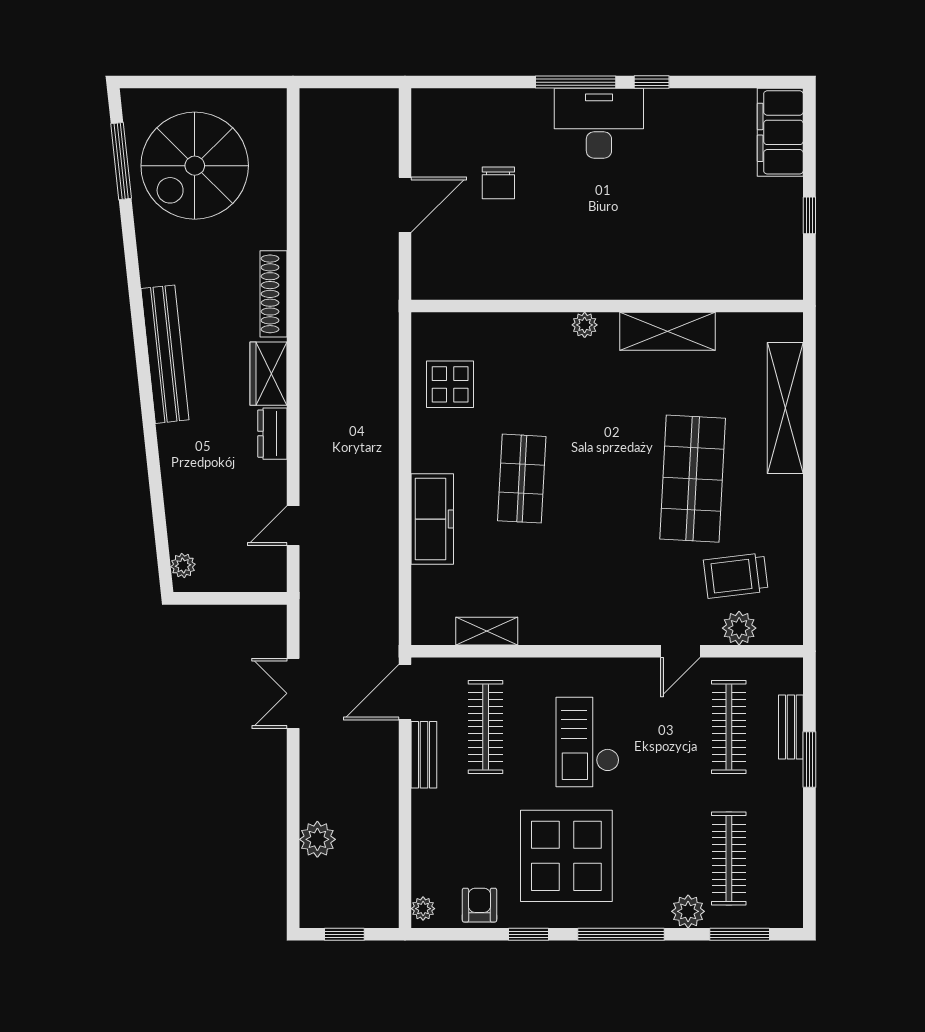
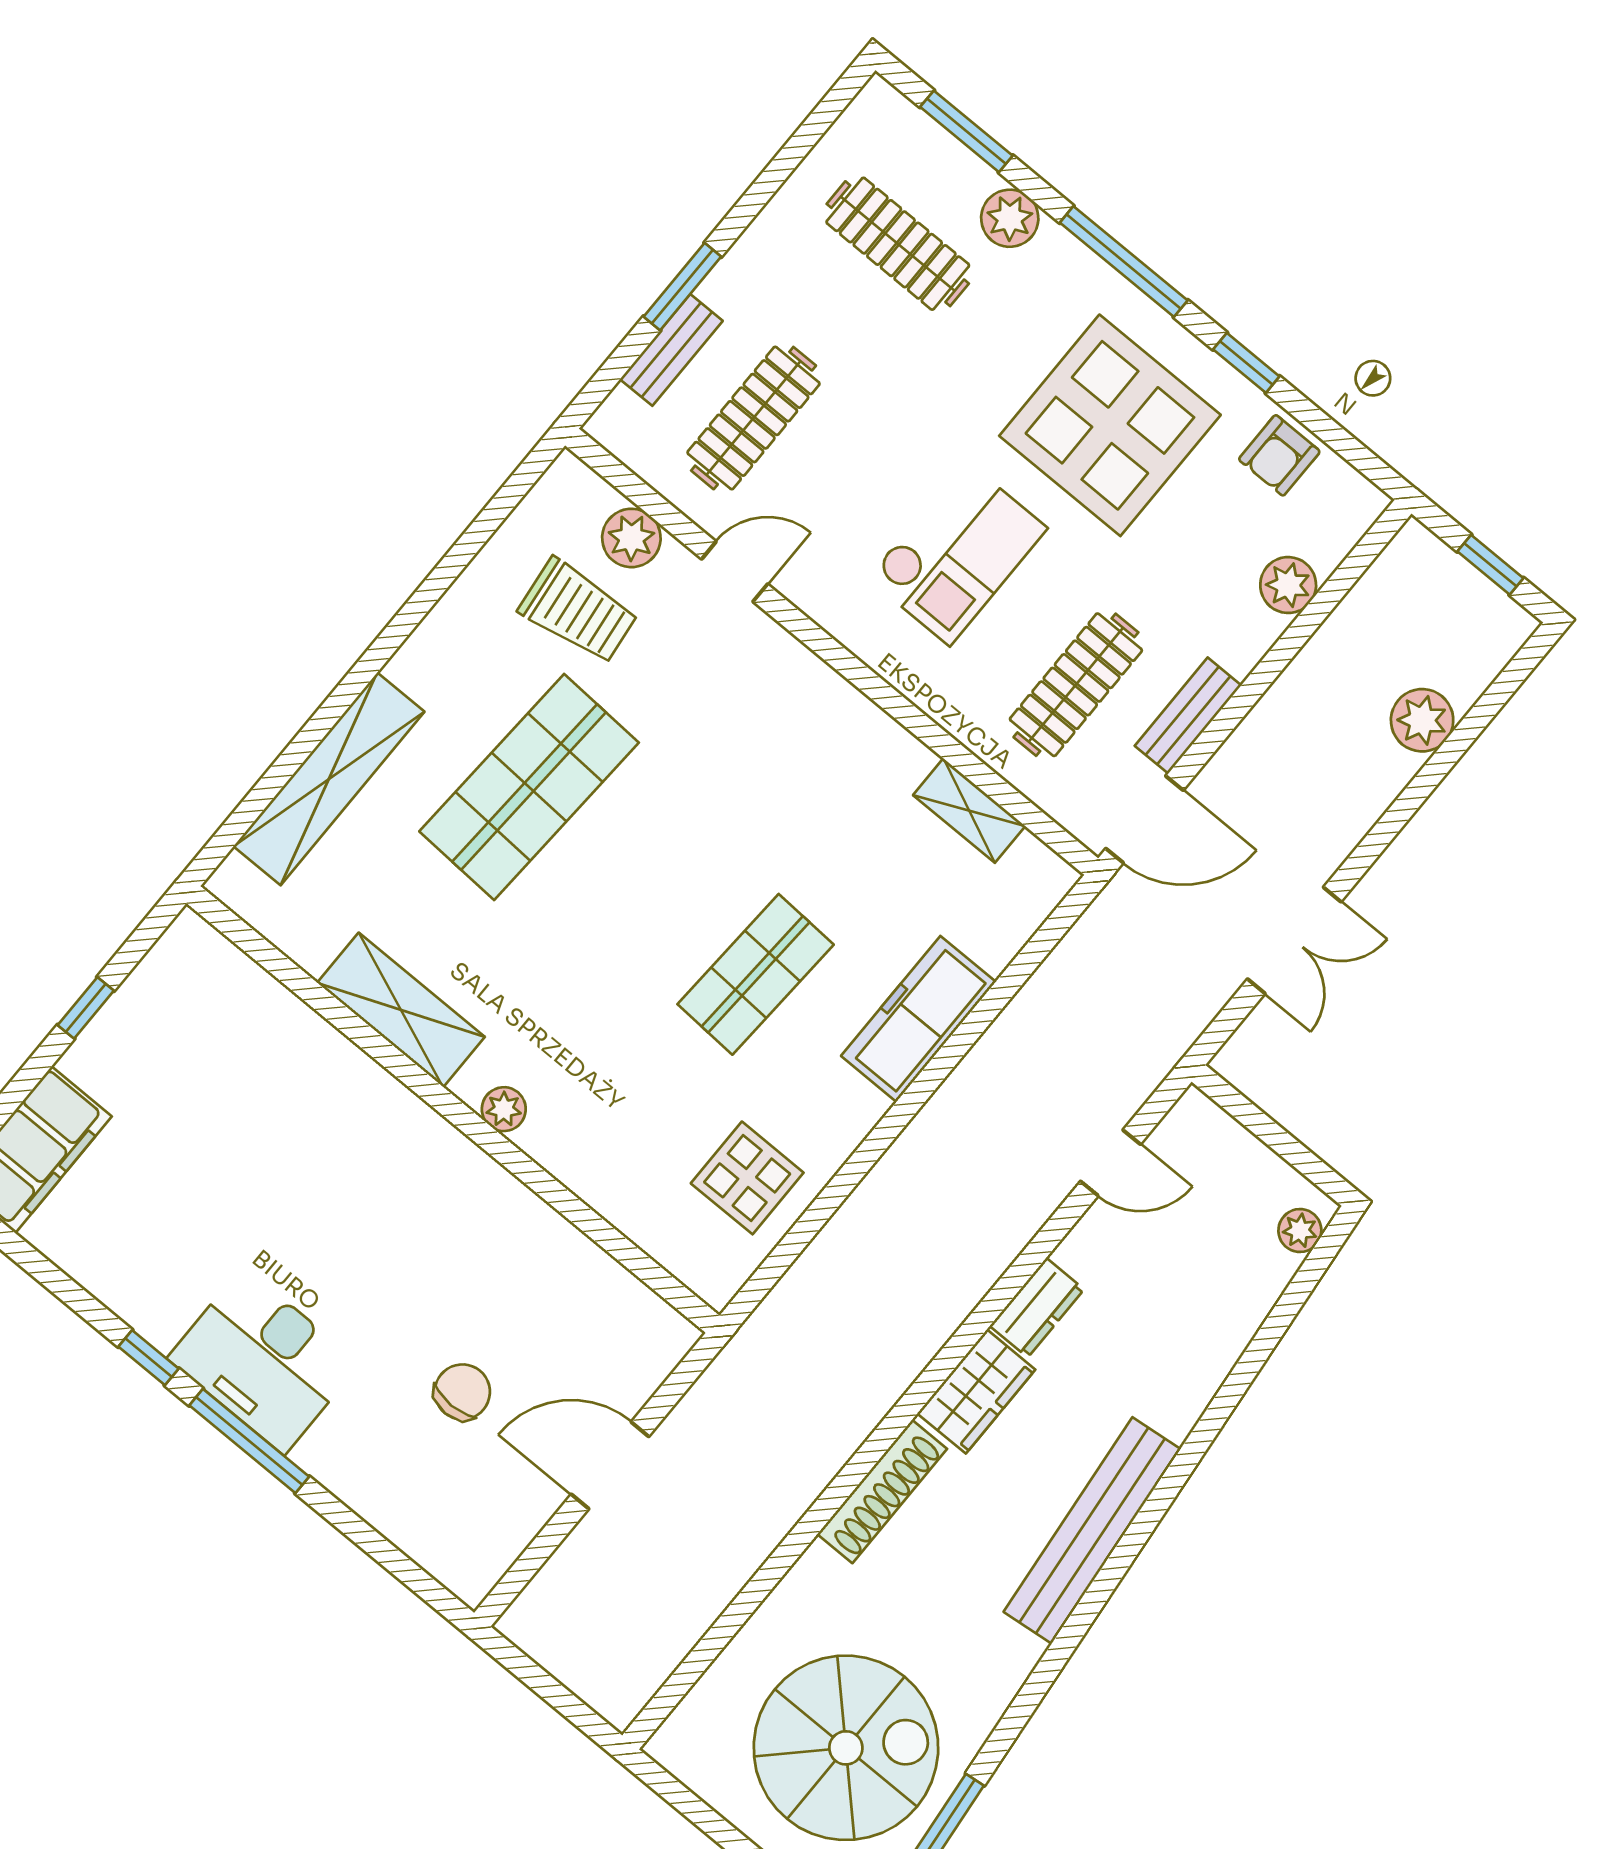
clothes rail: (729, 859) -> (898, 244), turned 90
plant: (423, 909) -> (1288, 585), moved, width x1.38, depth x1.38

